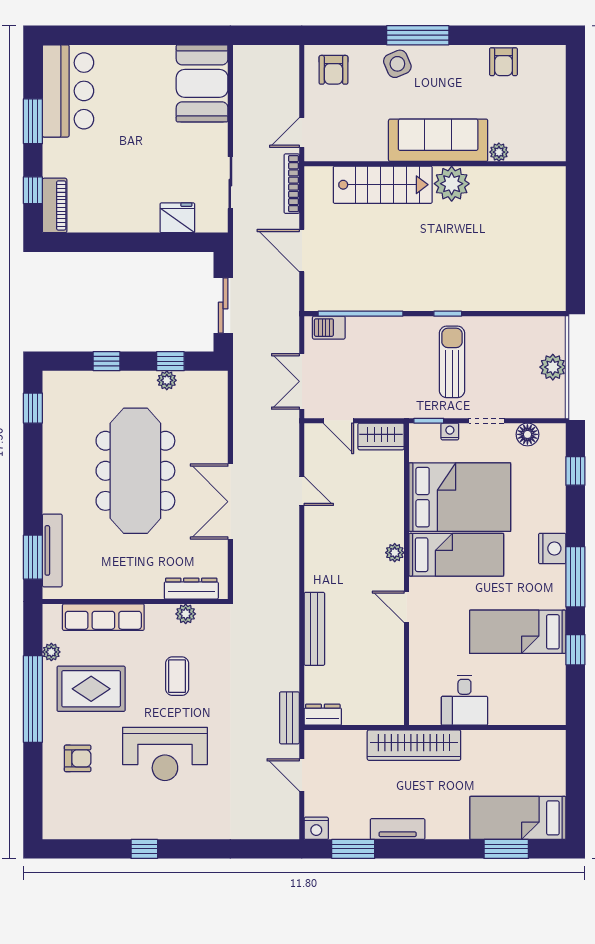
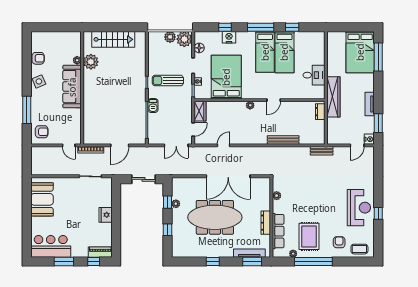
window: (418, 35) -> (27, 110), moved
side table: (397, 64) -> (39, 81), moved
booth: (202, 83) -> (42, 199), moved, turned 90
plant: (452, 184) -> (91, 62), moved
stairs: (383, 185) -> (113, 39), moved, turned 90
fridge: (177, 218) -> (106, 215), moved
barbecue: (329, 328) -> (153, 106), moved
plant: (548, 400) -> (184, 39), added
window: (33, 408) -> (213, 262), moved
window: (575, 471) -> (225, 27), moved
double door: (230, 502) -> (228, 176), width x1.36
nightstand: (552, 548) -> (229, 37), moved
bed: (456, 555) -> (265, 52), moved, turned 180
dresser: (191, 589) -> (266, 223), moved
coffee table: (177, 676) -> (359, 249), moved
dresser: (323, 715) -> (320, 112), moved
reception desk: (165, 754) -> (359, 208), moved
door: (302, 775) -> (357, 145), moved
bed: (518, 818) -> (360, 52), width x1.50
window: (506, 849) -> (378, 57), width x1.44

